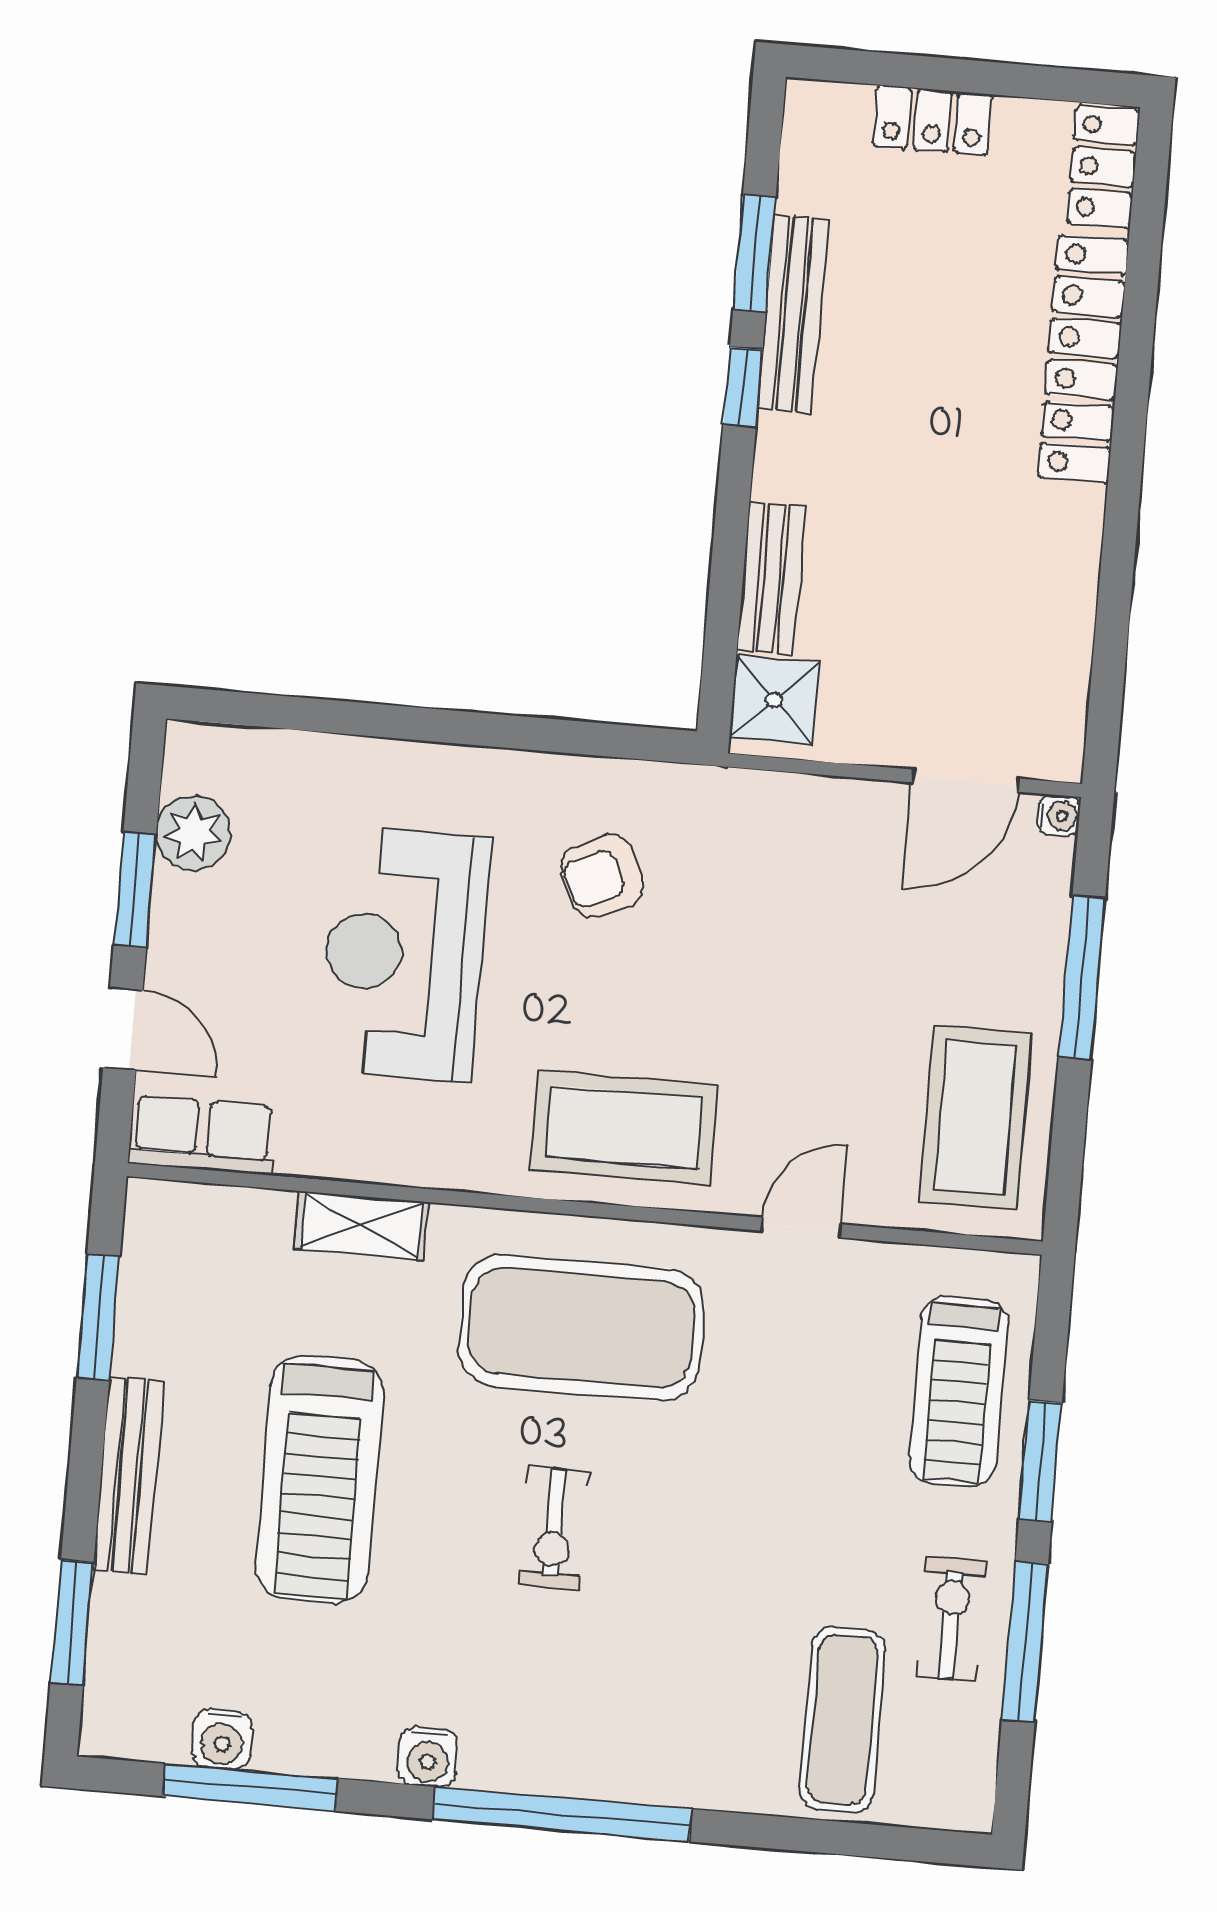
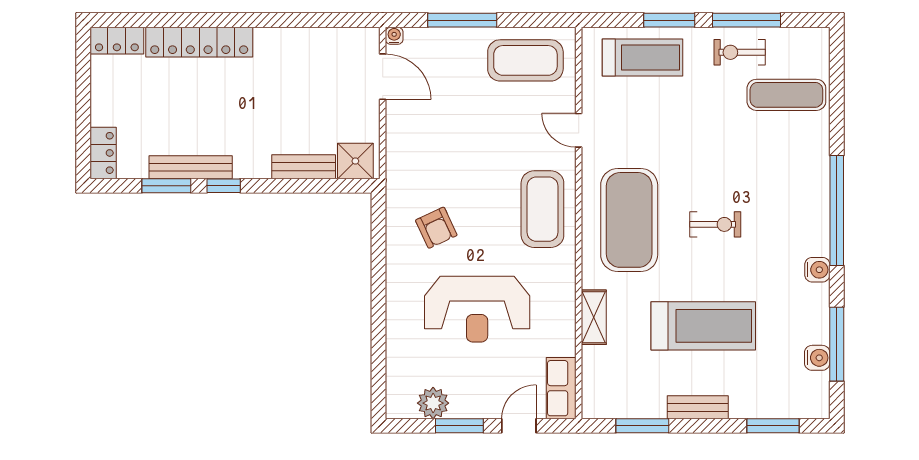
locker: (932, 120) -> (103, 153), moved
bench: (128, 1476) -> (698, 407), width x0.73

